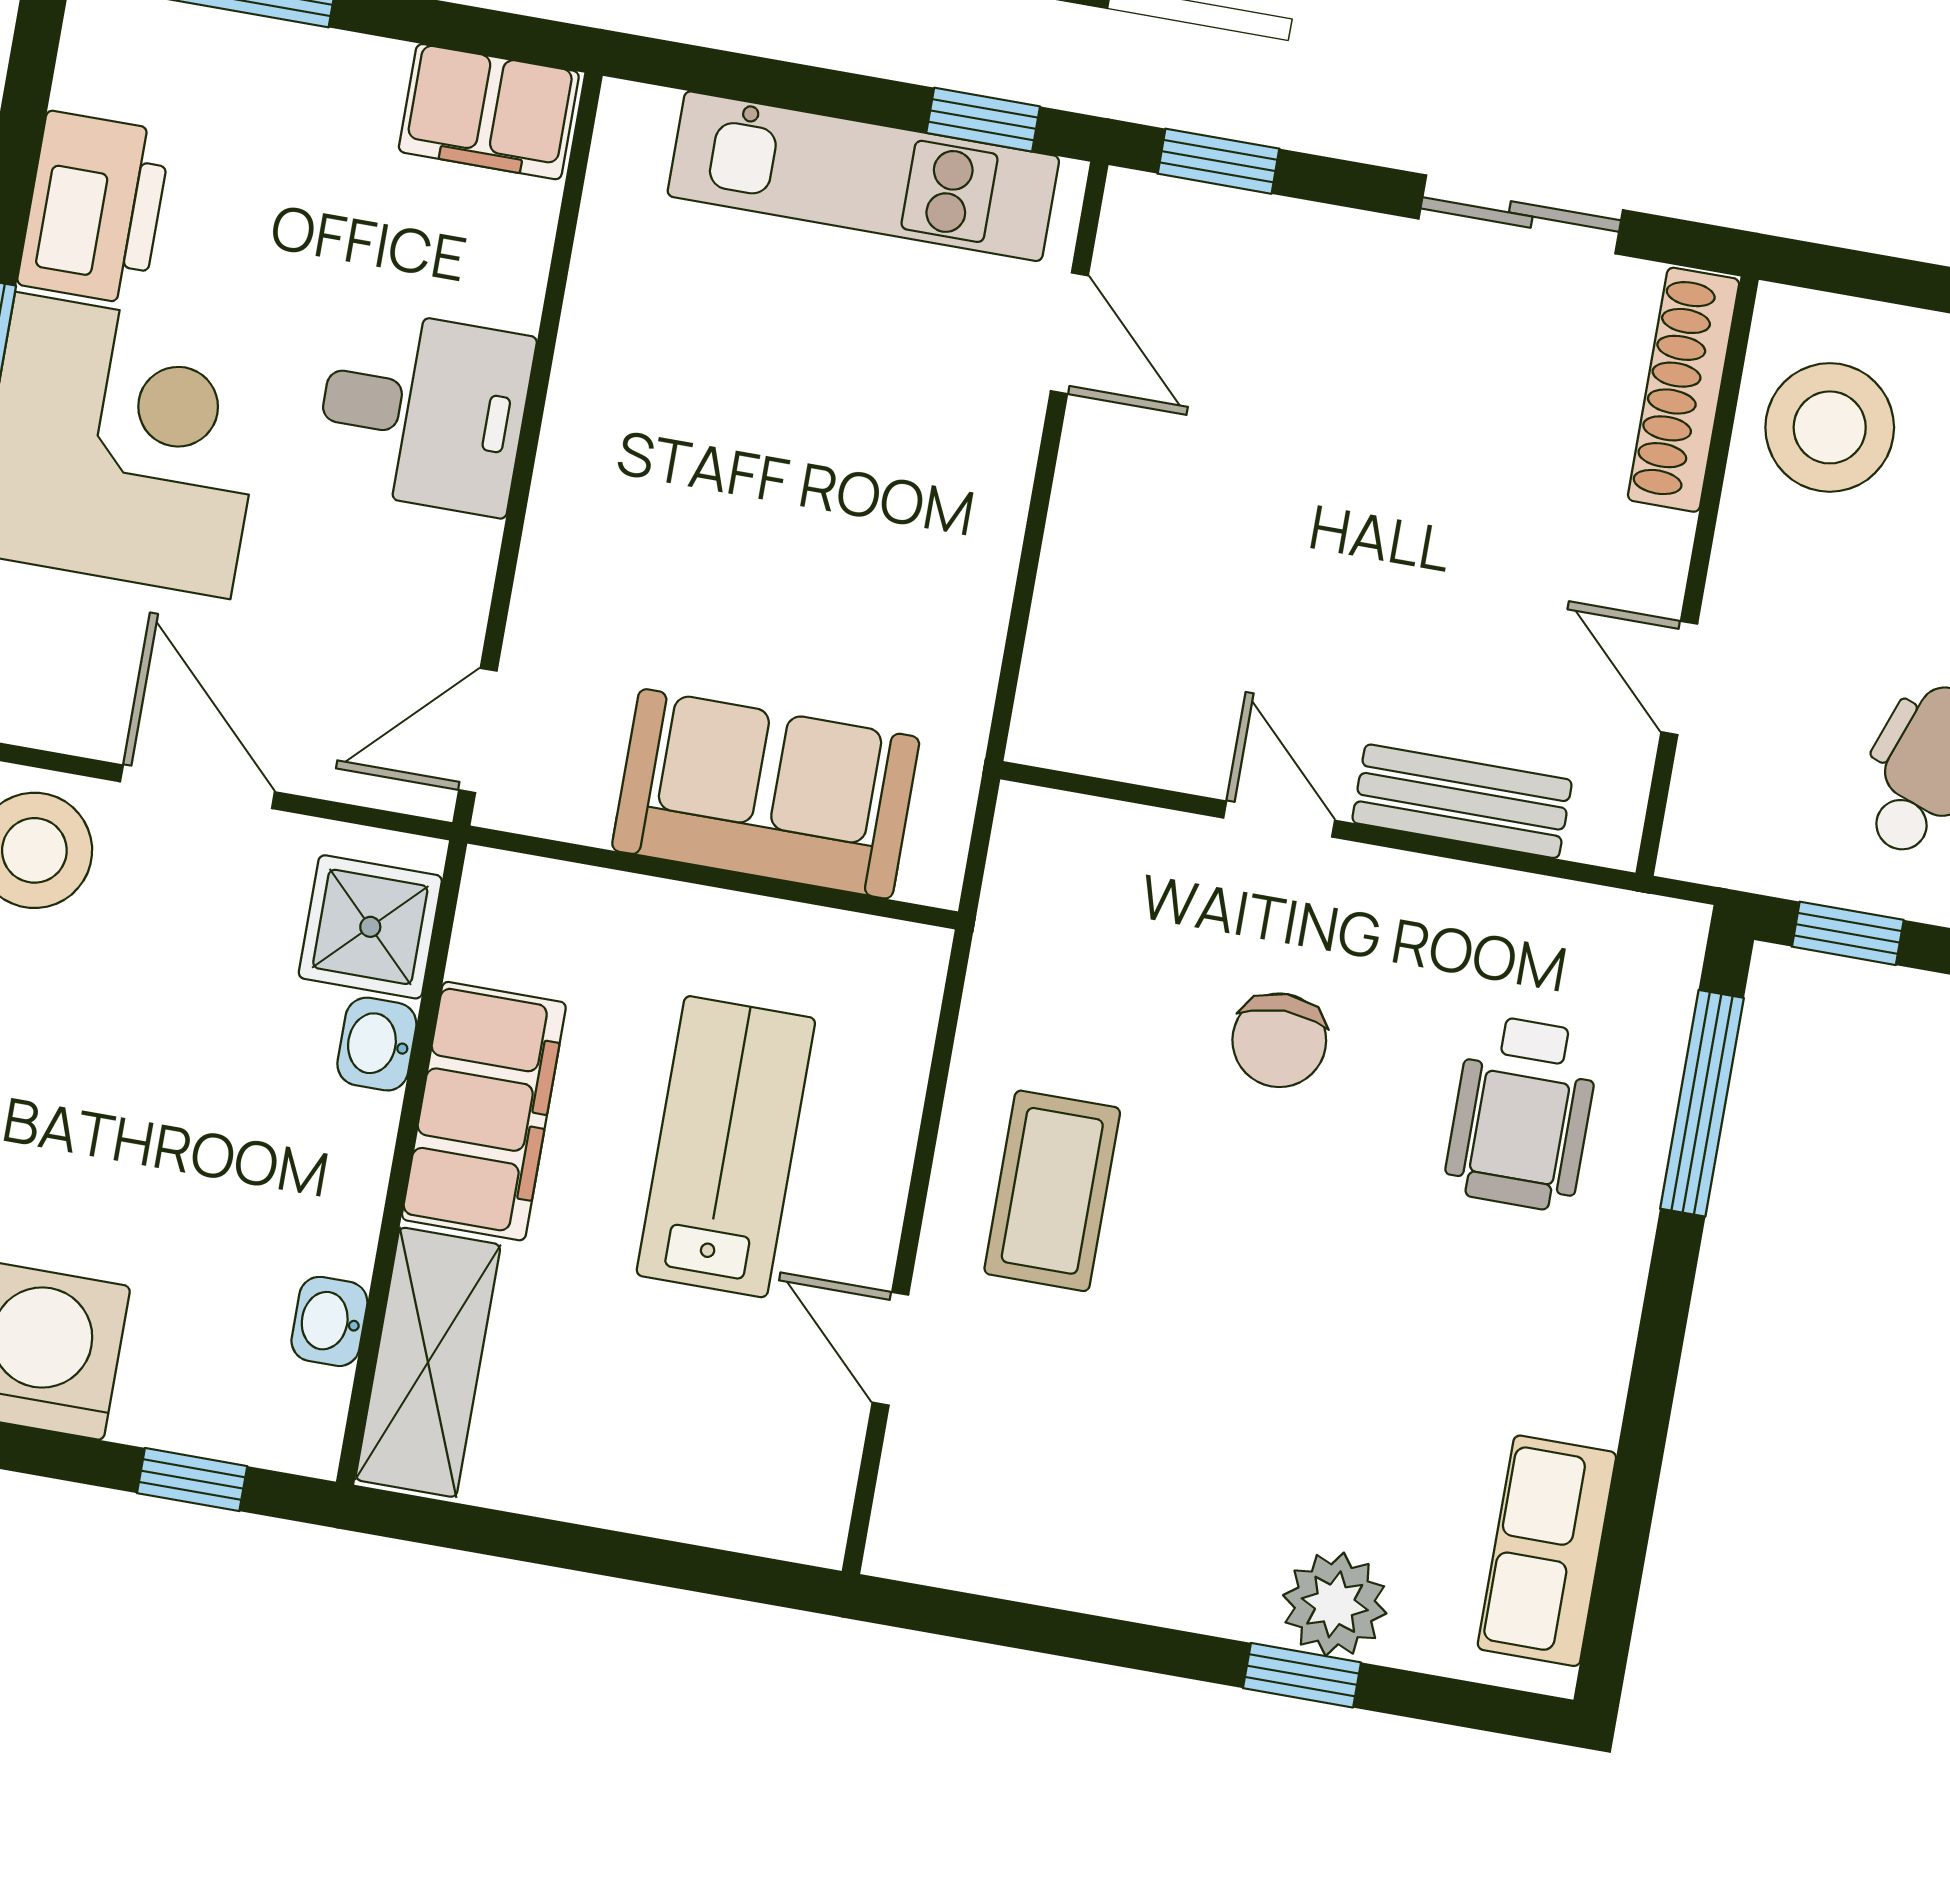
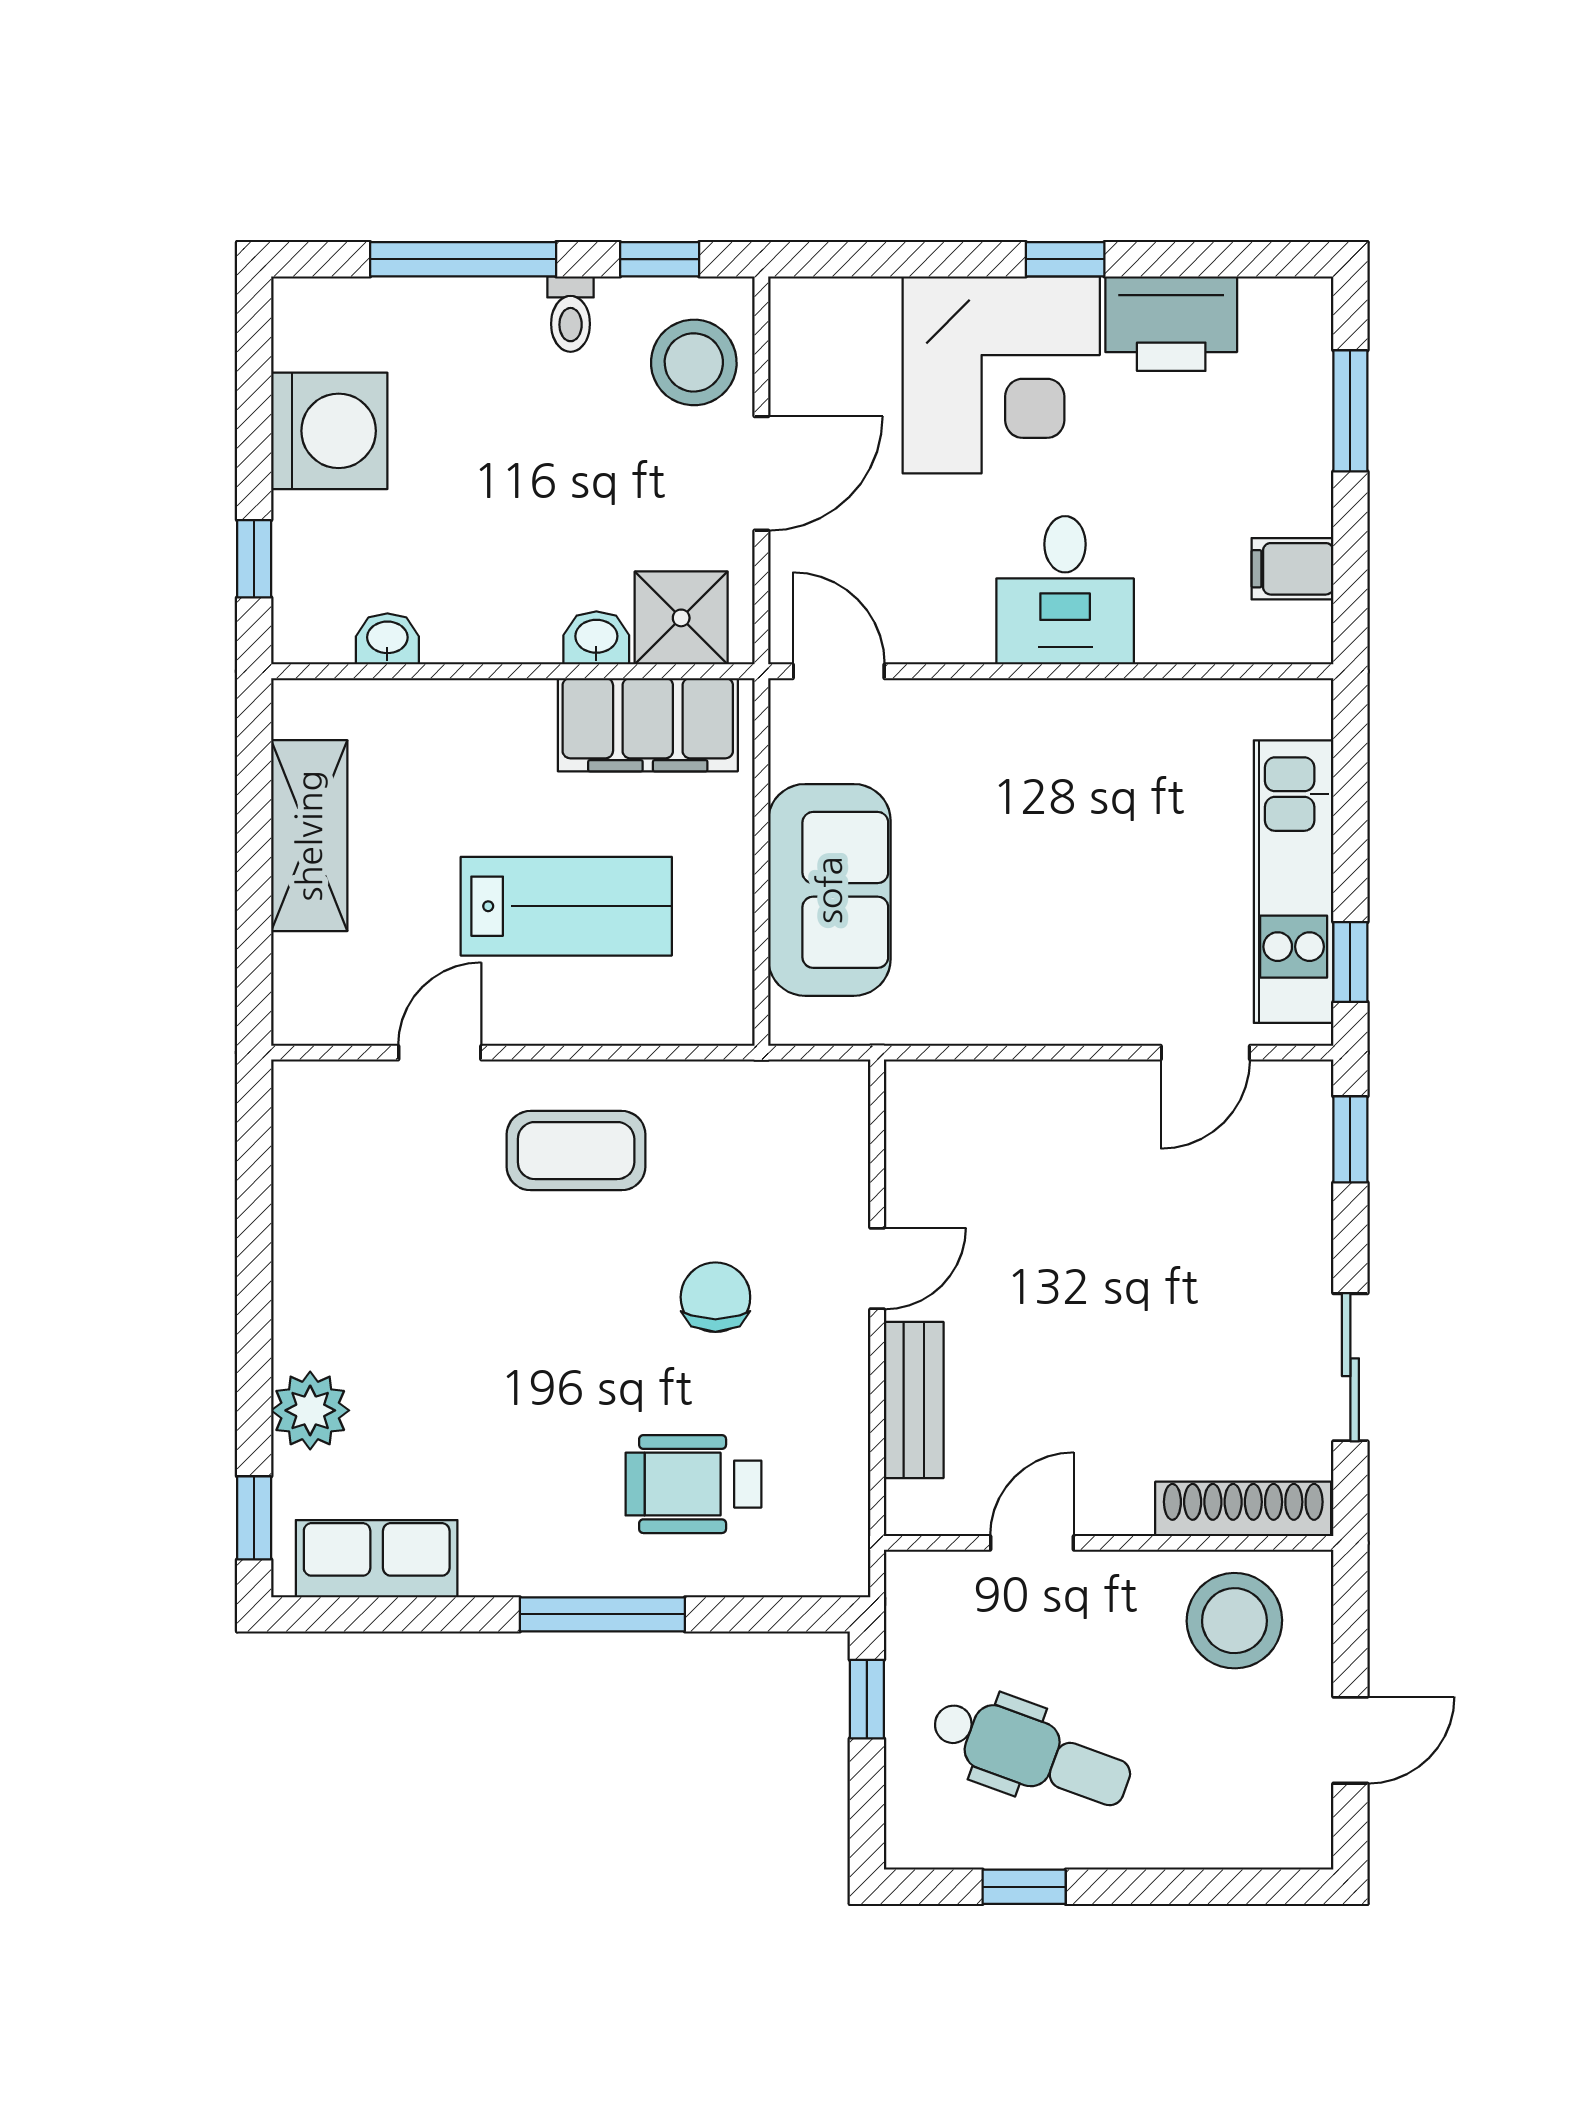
filing cabinet: (489, 112) -> (1292, 569), width x0.50
chair: (1279, 1040) -> (715, 1297), turned 90
window: (1702, 1103) -> (602, 1614), moved
filing cabinet: (484, 1111) -> (648, 725), moved
shelving: (428, 1362) -> (309, 836), moved, turned 90
window: (1302, 1675) -> (254, 1518), moved

